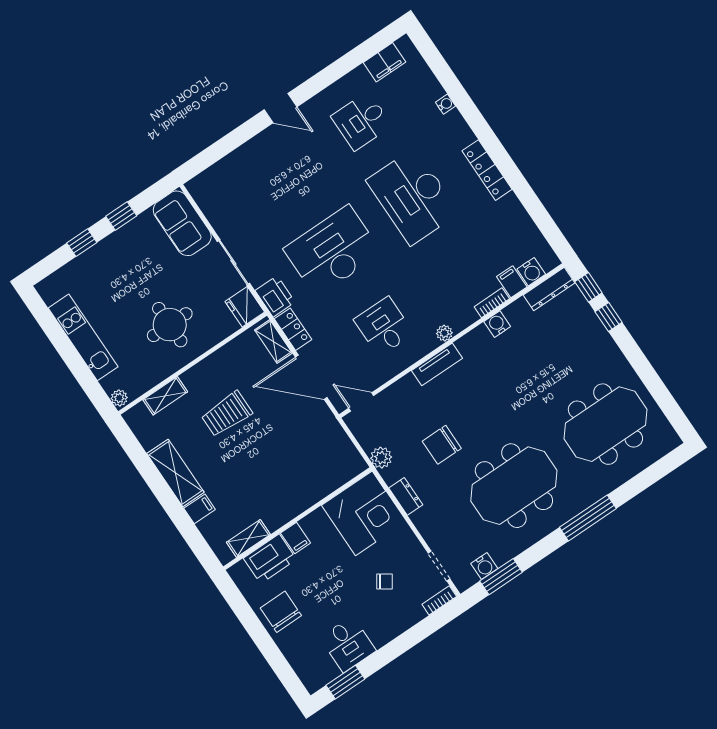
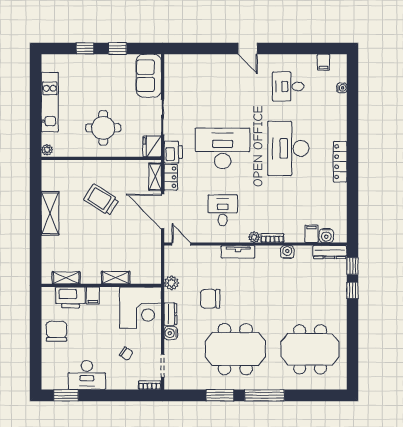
filing cabinet: (384, 62) -> (323, 62), width x0.50
water cooler: (445, 104) -> (342, 88), moved
bookcase: (492, 303) -> (272, 238), moved
shelving: (165, 396) -> (116, 278), moved
trolley: (227, 414) -> (101, 200), turned 32
filing cabinet: (200, 509) -> (50, 243), removed
water cooler: (484, 566) -> (171, 333), moved, turned 90
window: (501, 577) -> (220, 395), moved
desk: (348, 644) -> (87, 375), width x1.37

